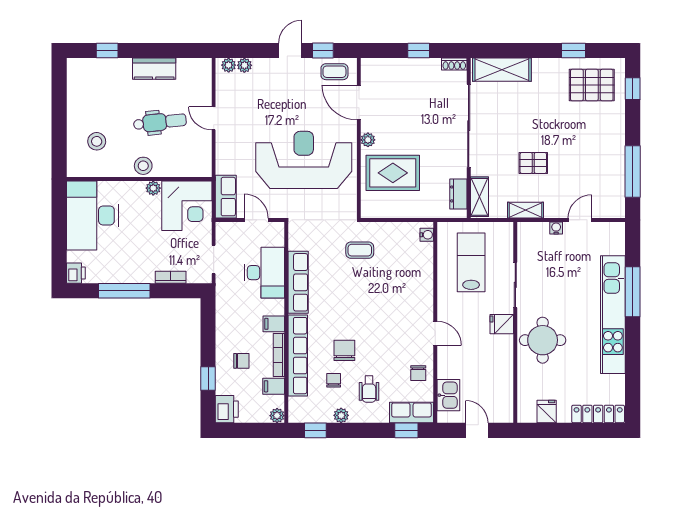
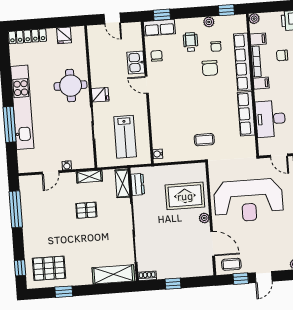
kitchen sink: (448, 395) -> (136, 63), moved

